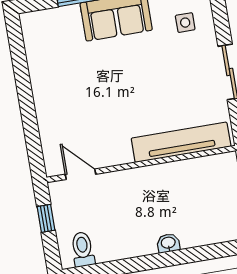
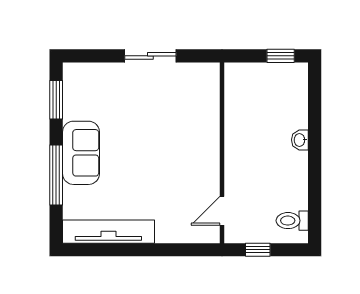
side table: (185, 23) -> (97, 90), removed
tv unit: (181, 142) -> (108, 232), moved, turned 90

